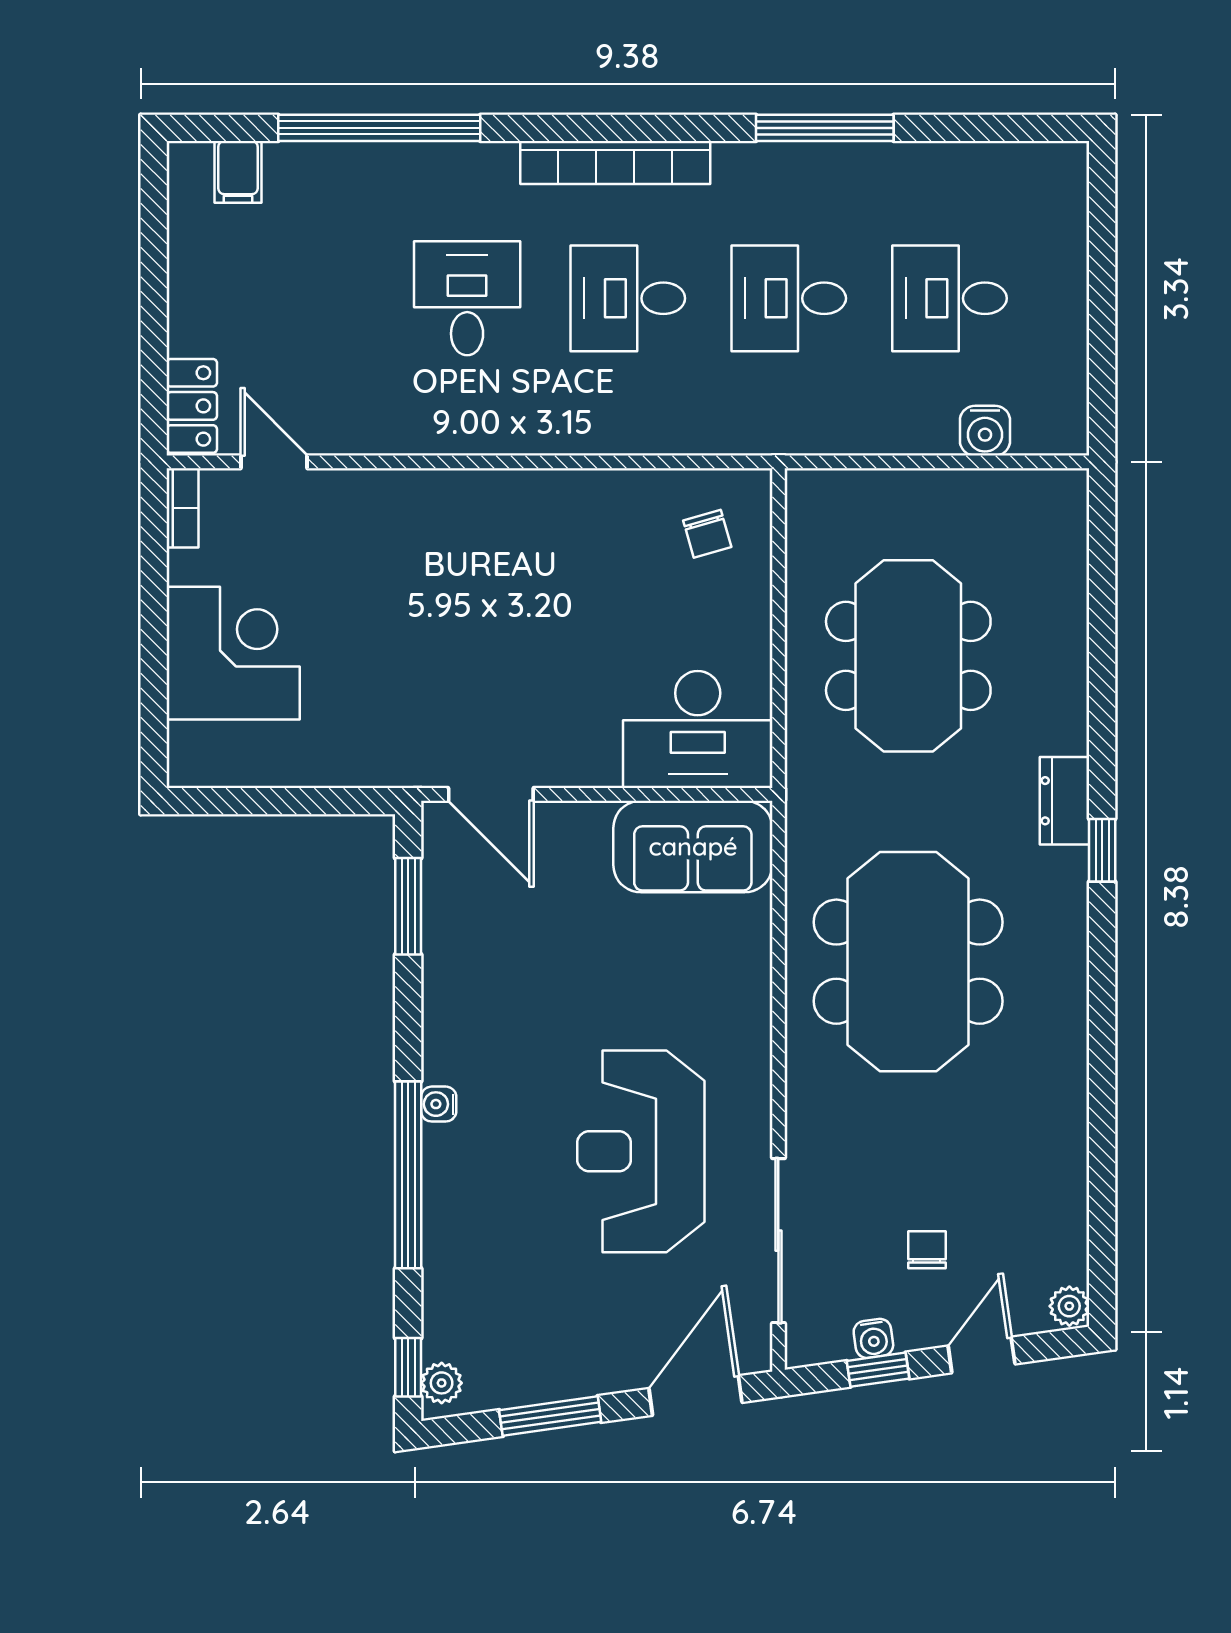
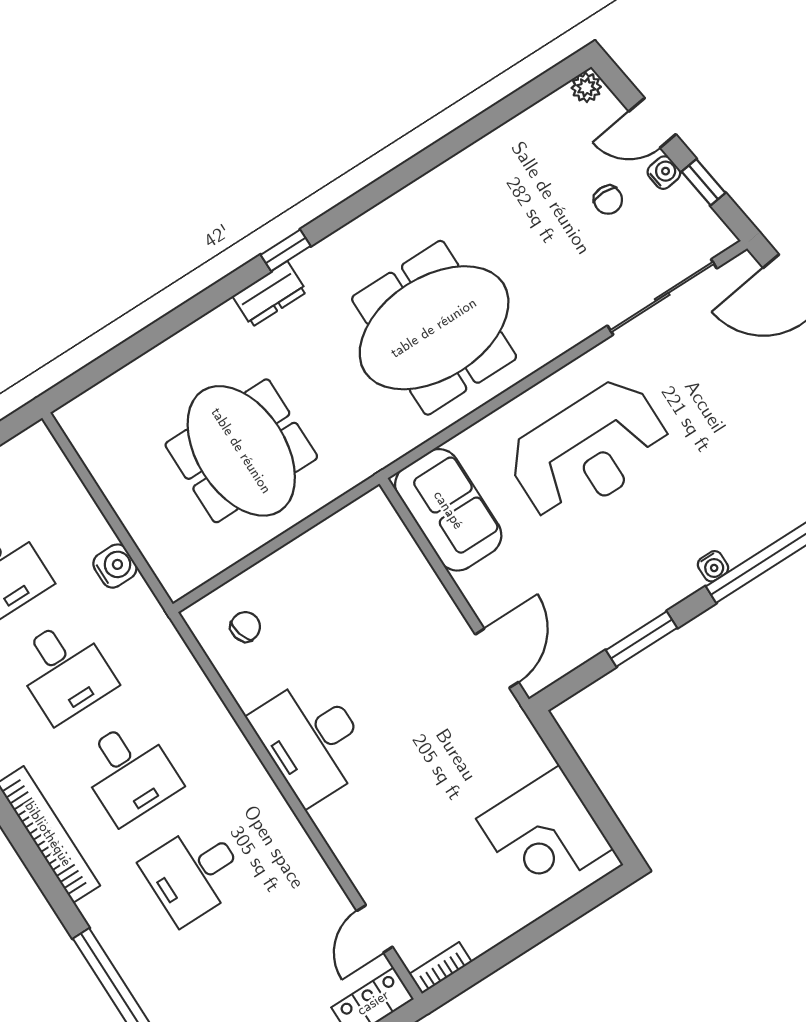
water cooler: (985, 431) -> (115, 566), moved
corner desk: (233, 653) -> (544, 834), moved, turned -90
meeting table: (908, 656) -> (241, 451), turned 90
desk: (698, 729) -> (312, 740), moved, turned 180
window: (408, 906) -> (642, 639), moved
reception desk: (641, 1151) -> (589, 451), moved
chair: (927, 1250) -> (608, 200), turned -90
water cooler: (873, 1338) -> (664, 173), moved

